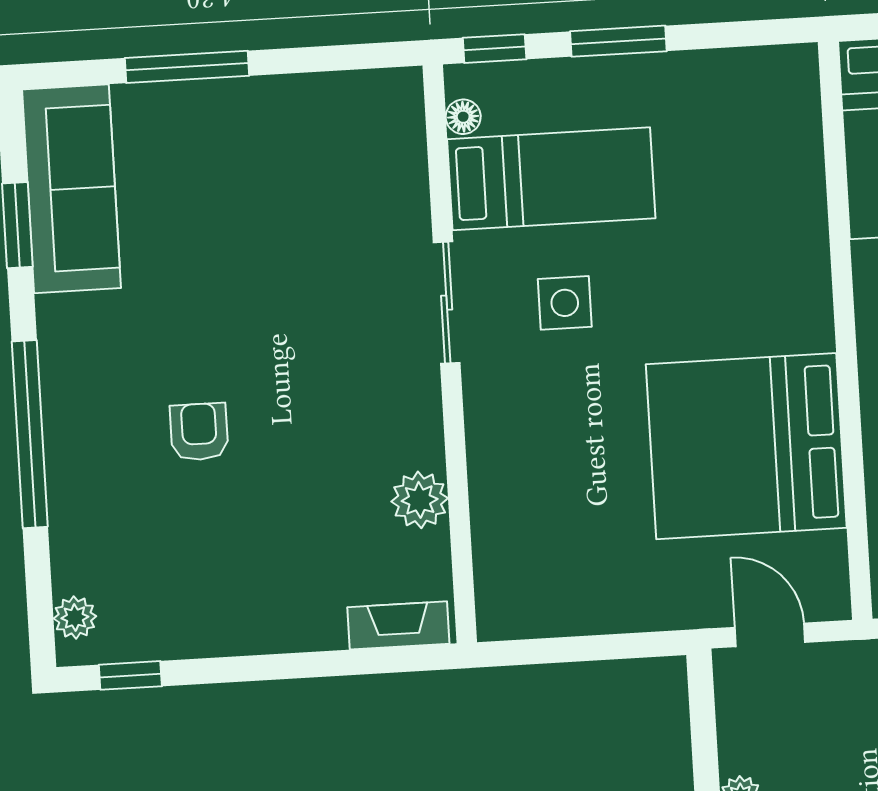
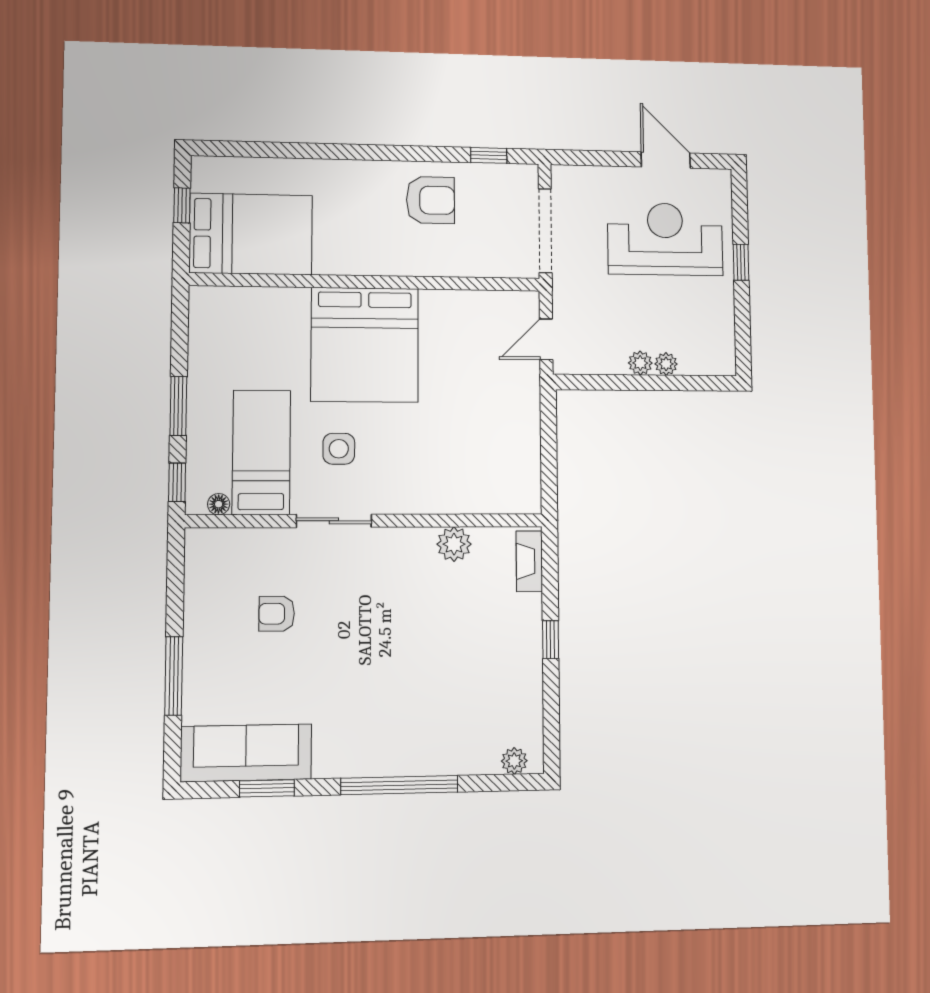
armchair: (199, 432) -> (277, 614), moved
bed: (746, 446) -> (365, 345), moved
window: (130, 675) -> (551, 640), moved

